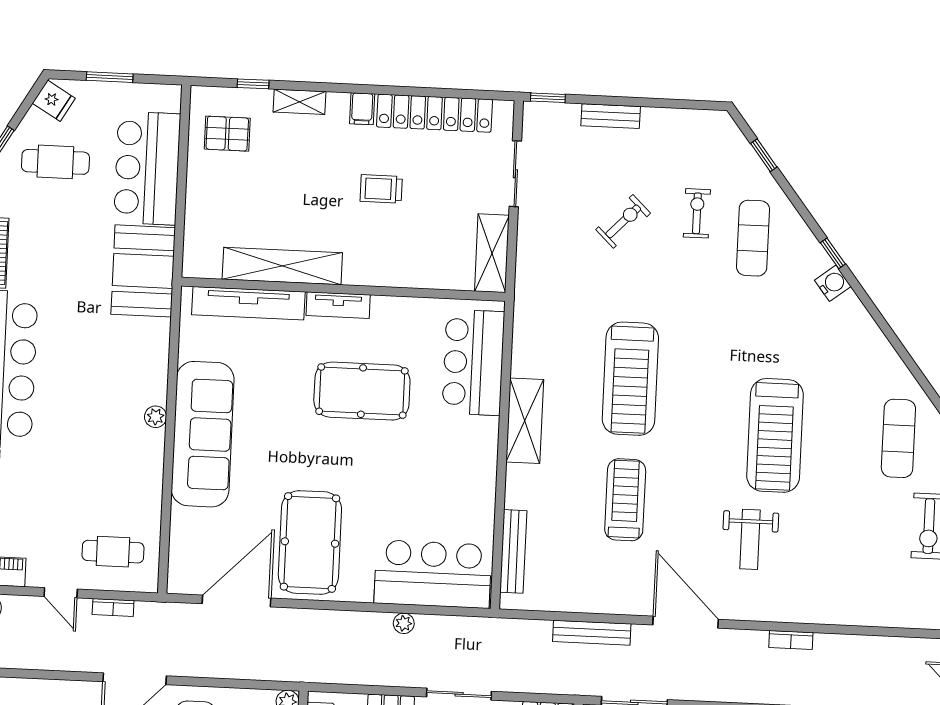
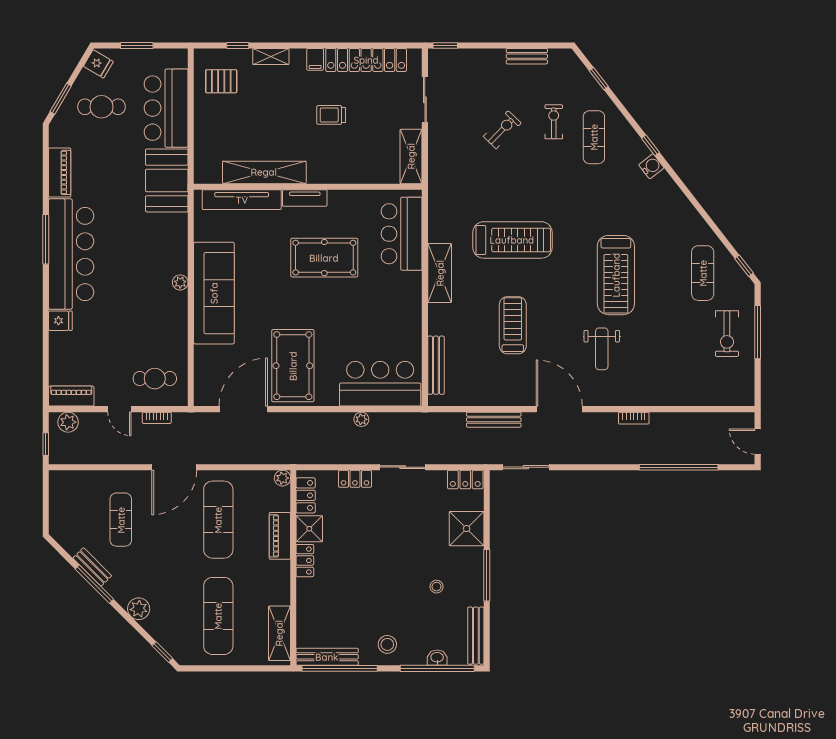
bench: (611, 116) -> (527, 56), moved
treadmill: (630, 379) -> (512, 240), turned -90

